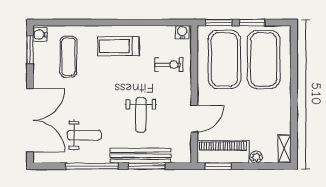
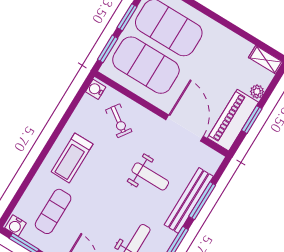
exercise mat: (69, 57) -> (53, 211), turned 90
exercise bike: (169, 65) -> (119, 121), turned 125
door: (194, 119) -> (185, 128), width x1.36
window: (218, 166) -> (252, 120), moved

